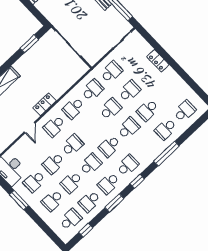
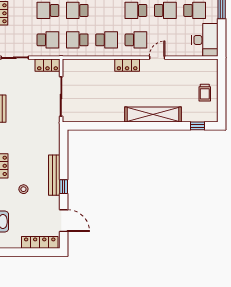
window: (29, 44) -> (93, 126), removed
locker: (96, 55) -> (47, 65), added
school desk: (111, 72) -> (48, 40), turned 180

